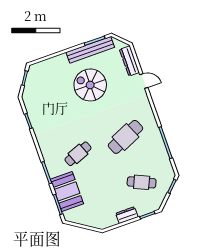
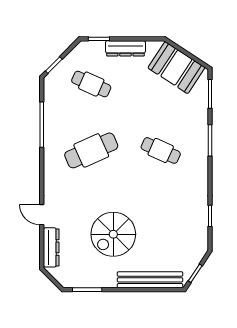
bench: (90, 50) -> (150, 280), moved
spiral stairs: (90, 85) -> (113, 234), turned 90
cafe table: (78, 154) -> (161, 150), turned 45
booth: (67, 191) -> (176, 68), moved, turned -57
dresser: (127, 215) -> (125, 48), width x1.44

